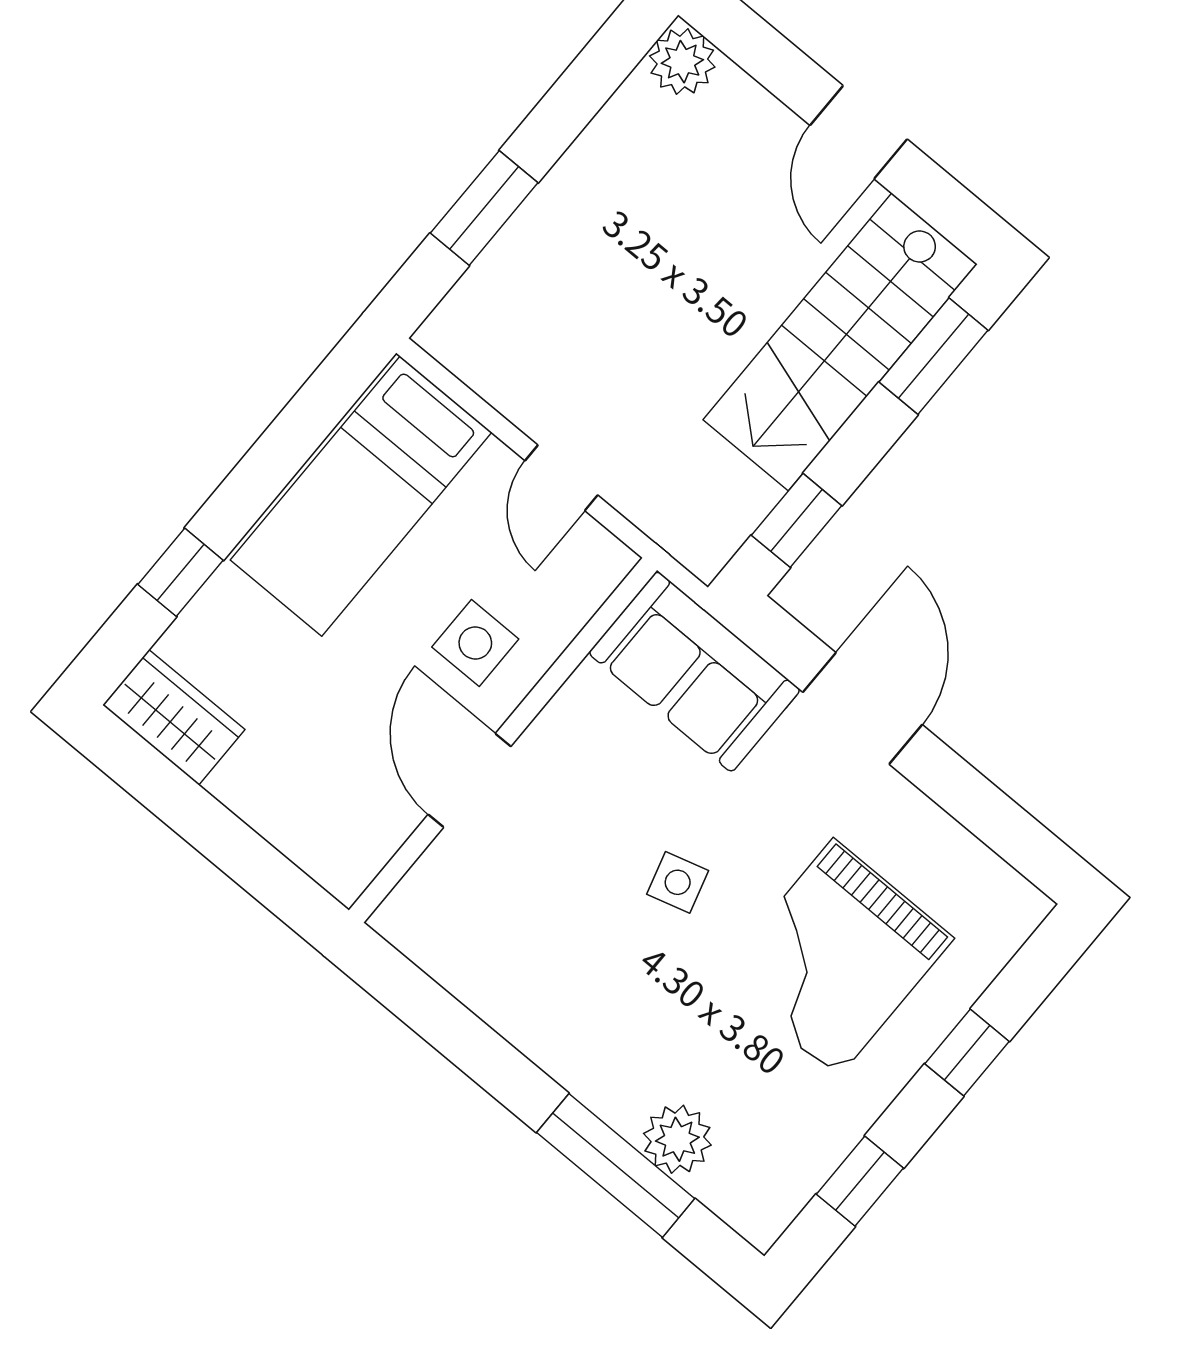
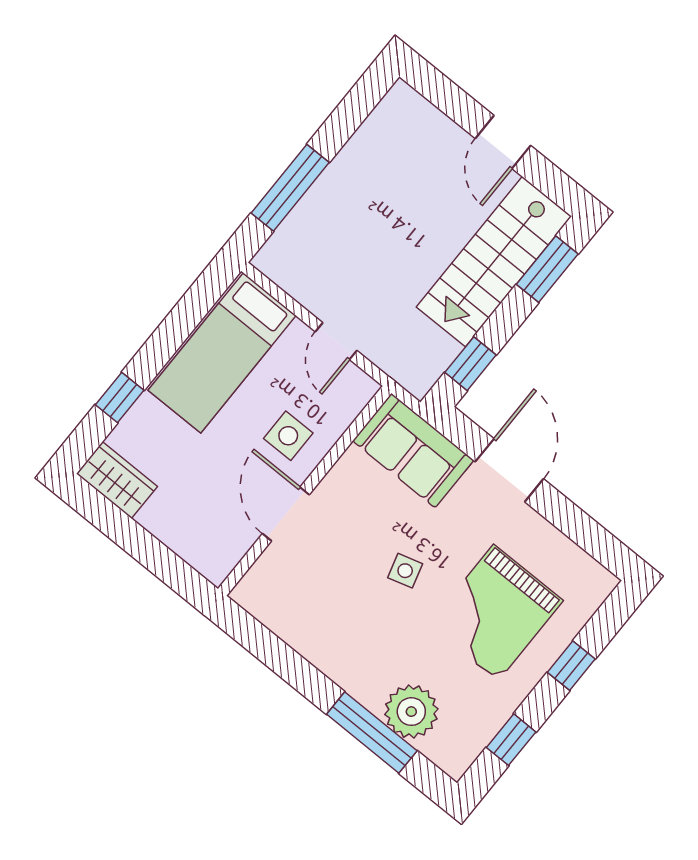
plant: (682, 62) -> (402, 103), removed
window: (484, 208) -> (290, 188), width x1.44
plant: (677, 1139) -> (411, 712), width x1.36, depth x1.36

